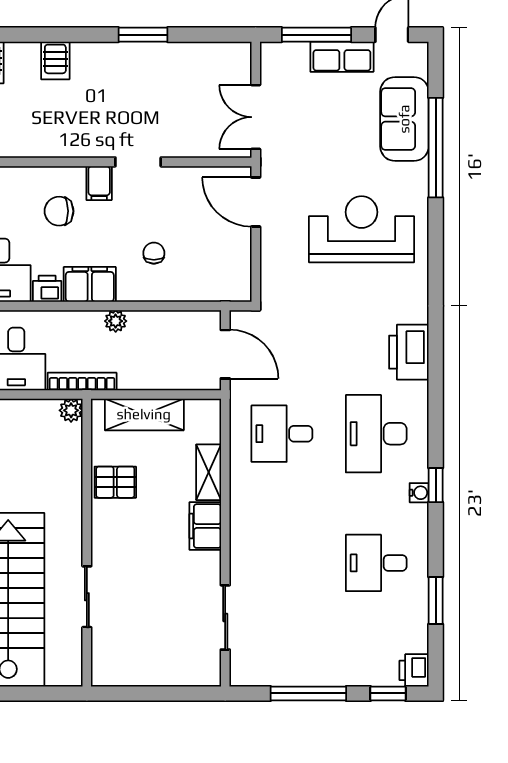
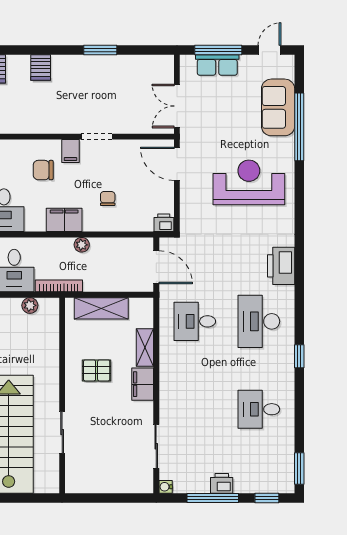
row of seats: (342, 57) -> (217, 65), moved
printer: (47, 289) -> (164, 223), moved
plant: (71, 410) -> (30, 305), moved
pallet: (115, 482) -> (97, 370), moved
water cooler: (419, 493) -> (166, 487), moved, turned 180
window: (436, 601) -> (299, 468), moved
printer: (414, 670) -> (222, 483), moved, turned 90

